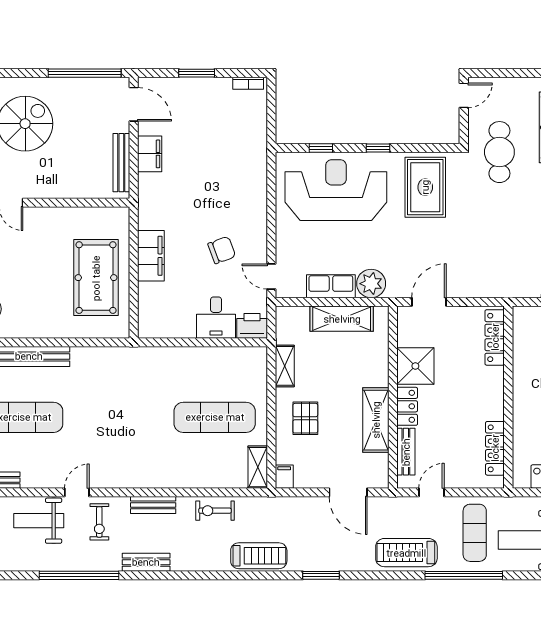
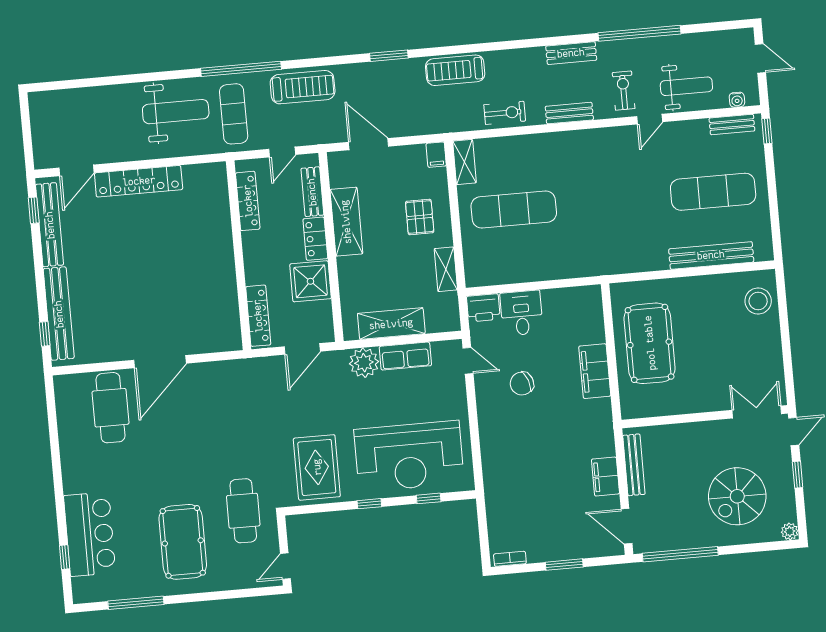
locker: (495, 337) -> (258, 316), moved
wall: (508, 397) -> (239, 255), moved
locker: (495, 448) -> (248, 201), moved

